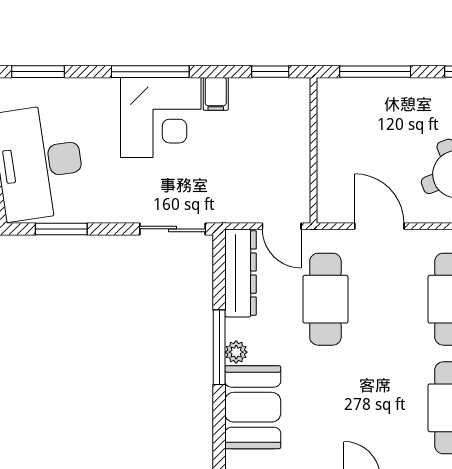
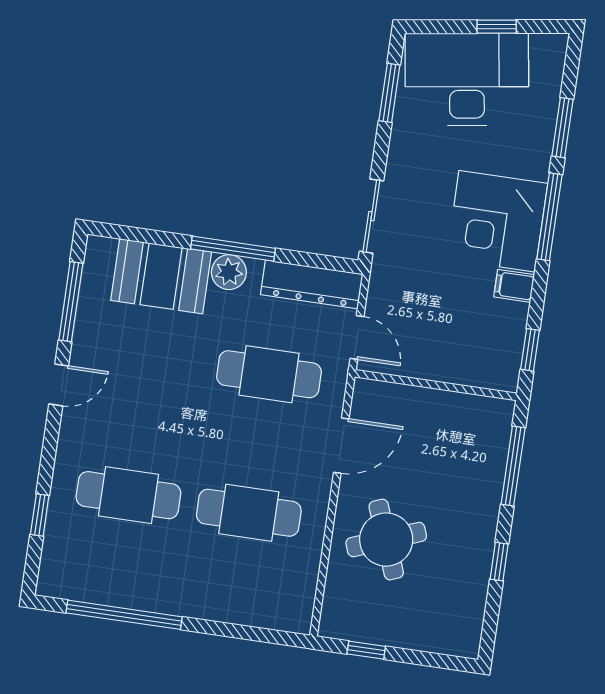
window: (38, 72) -> (562, 128), moved
door: (282, 226) -> (357, 337), swing flipped
plant: (236, 352) -> (229, 272), width x1.38, depth x1.38

